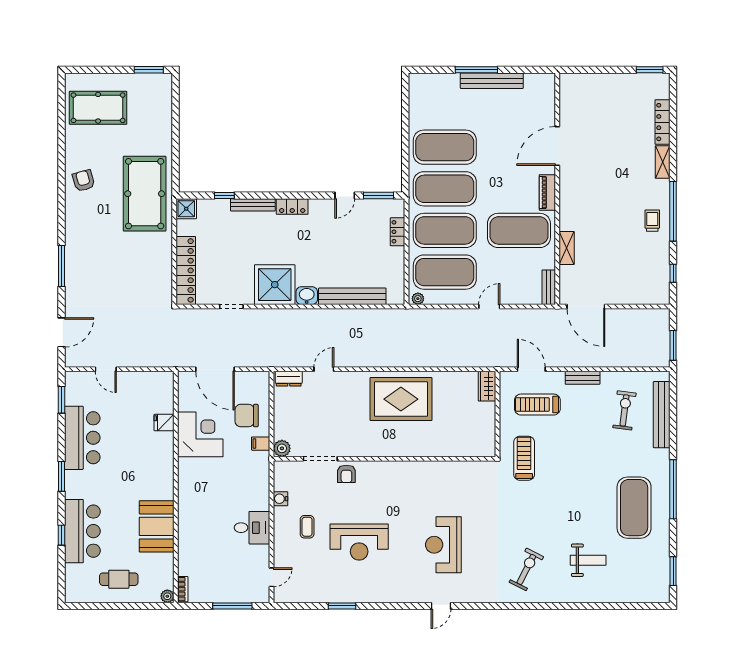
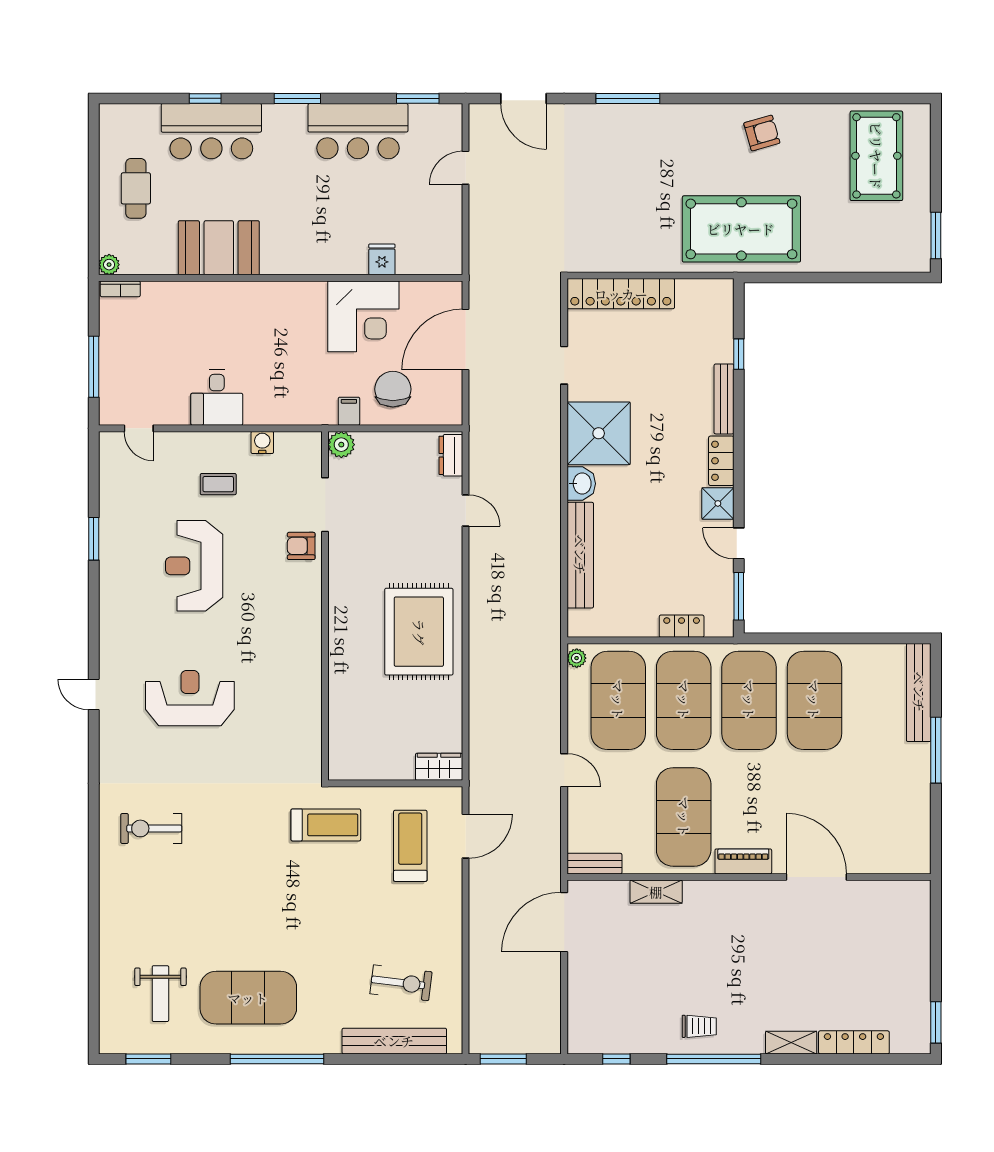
bench: (492, 81) -> (919, 692), moved
shower: (186, 209) -> (718, 503), moved
bench: (583, 378) -> (452, 917), removed
weight bench: (588, 560) -> (160, 994), moved
exercise bike: (526, 569) -> (151, 828), turned 153

